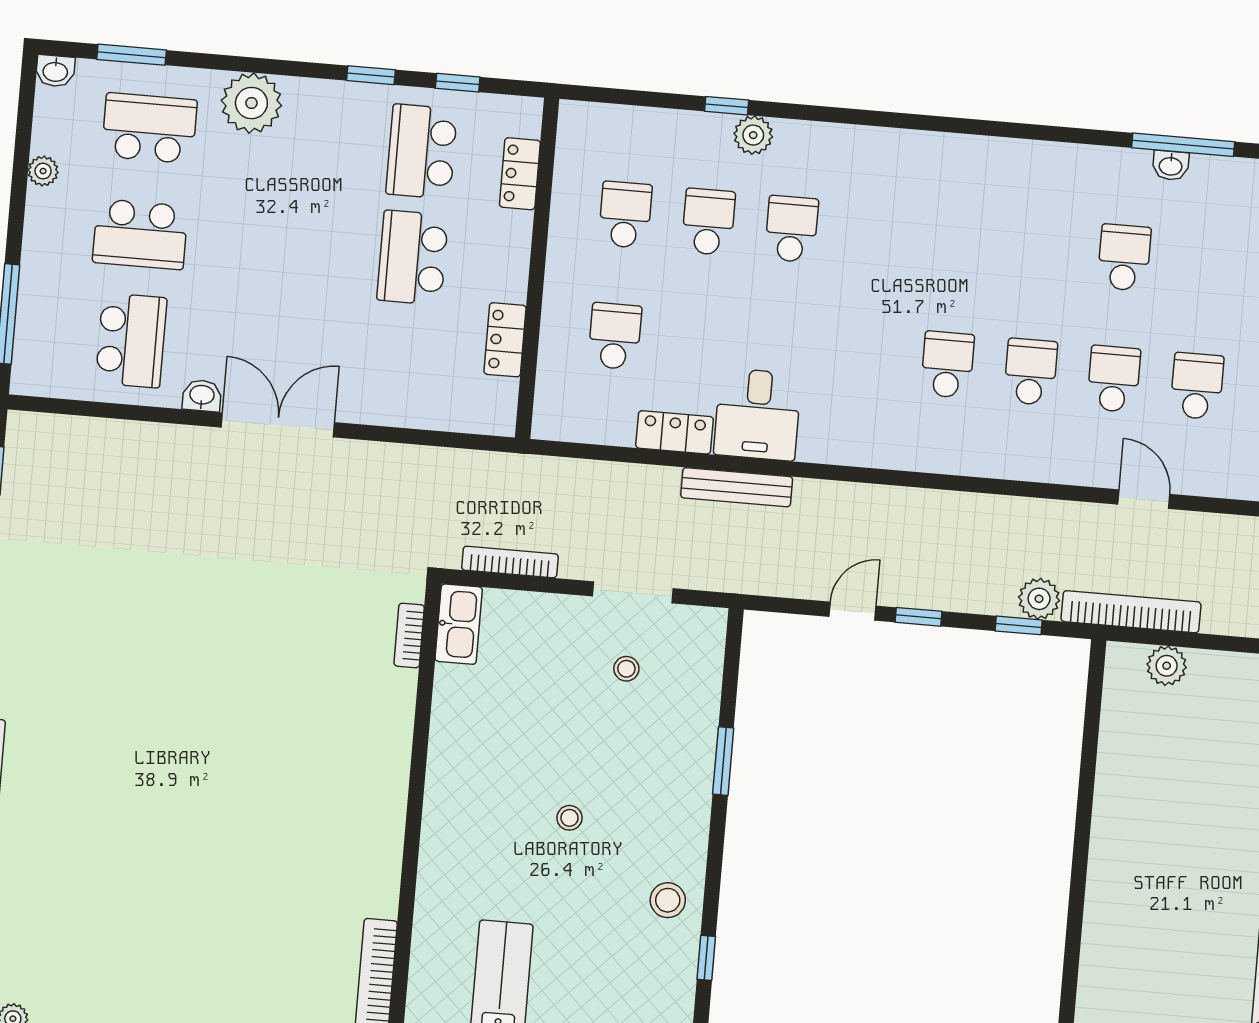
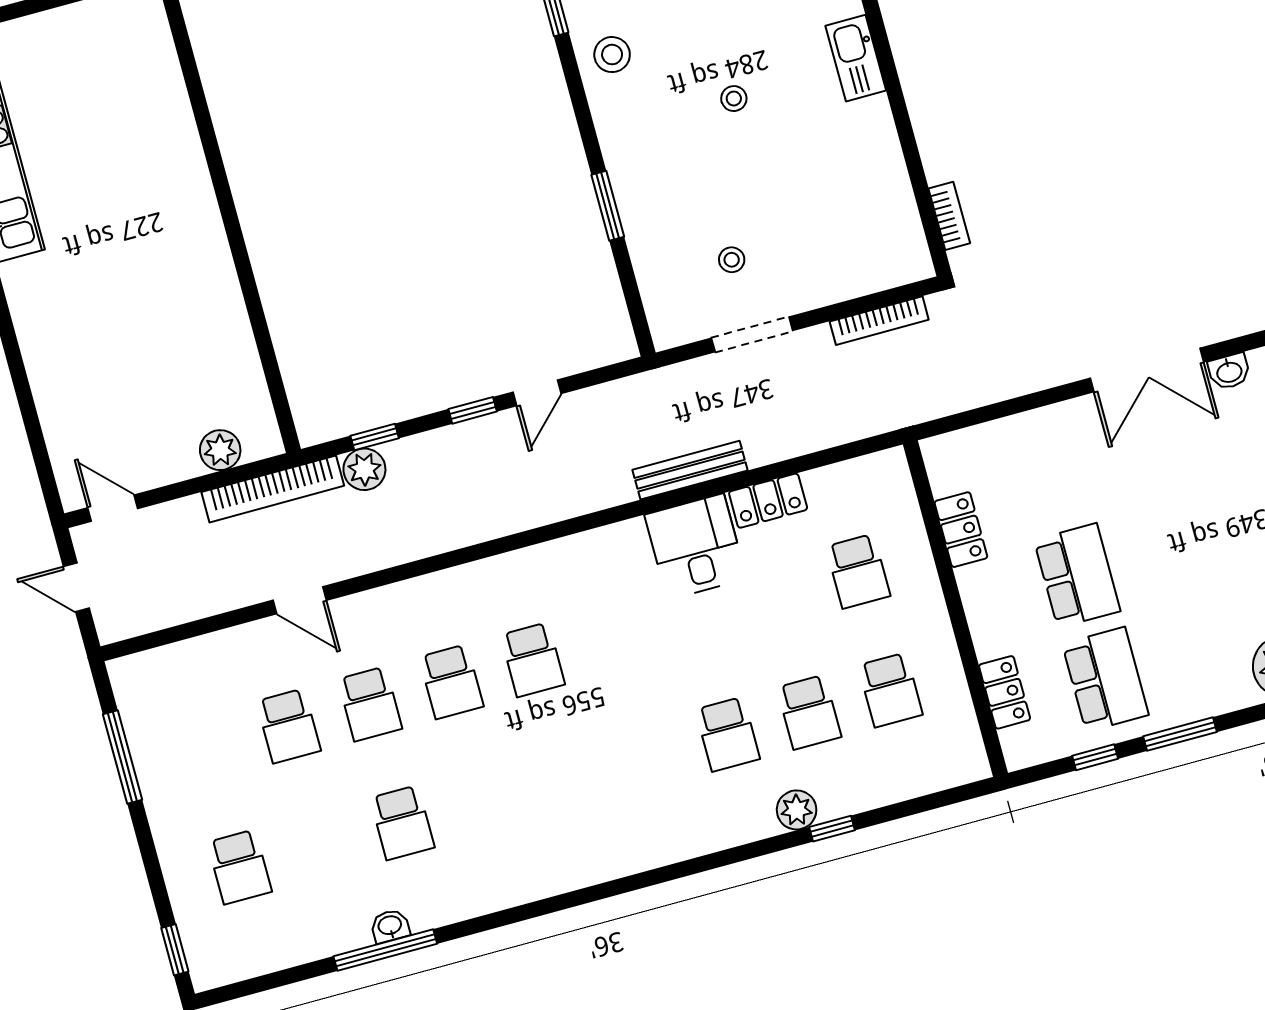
window: (371, 75) -> (1180, 734), width x1.50
kitchen sink: (459, 624) -> (856, 58), moved

